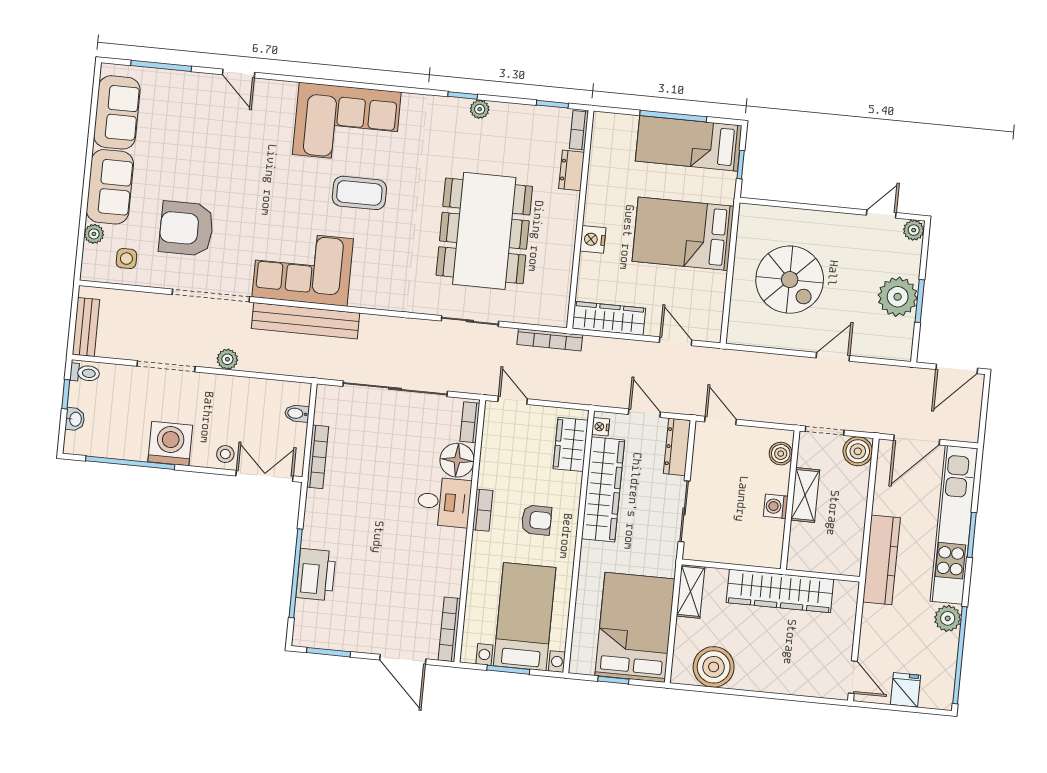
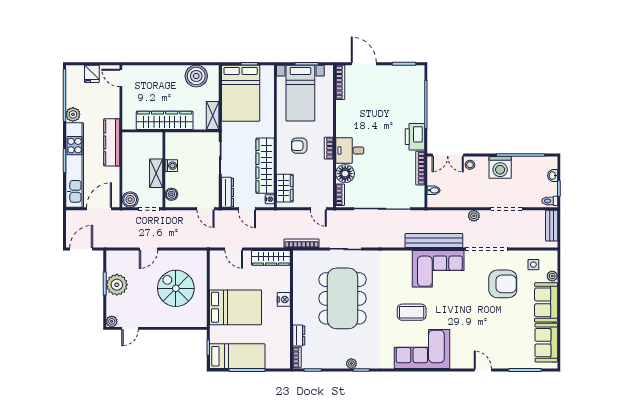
printer: (316, 575) -> (415, 137), moved

